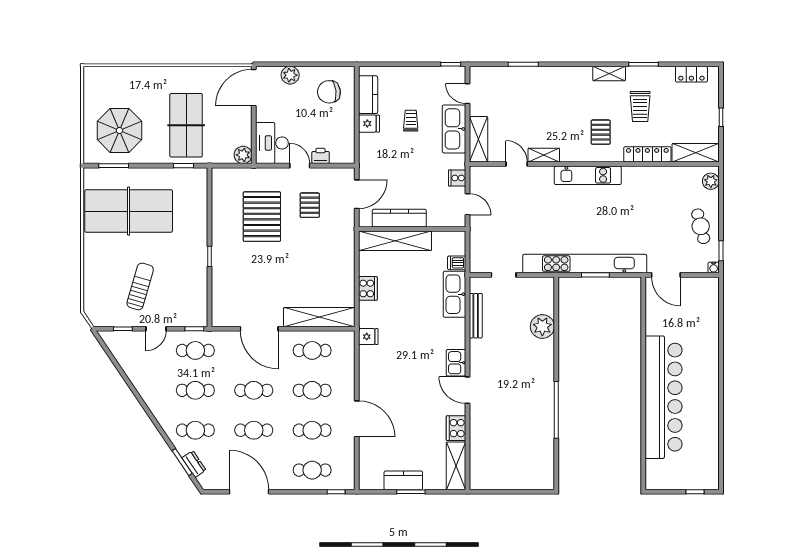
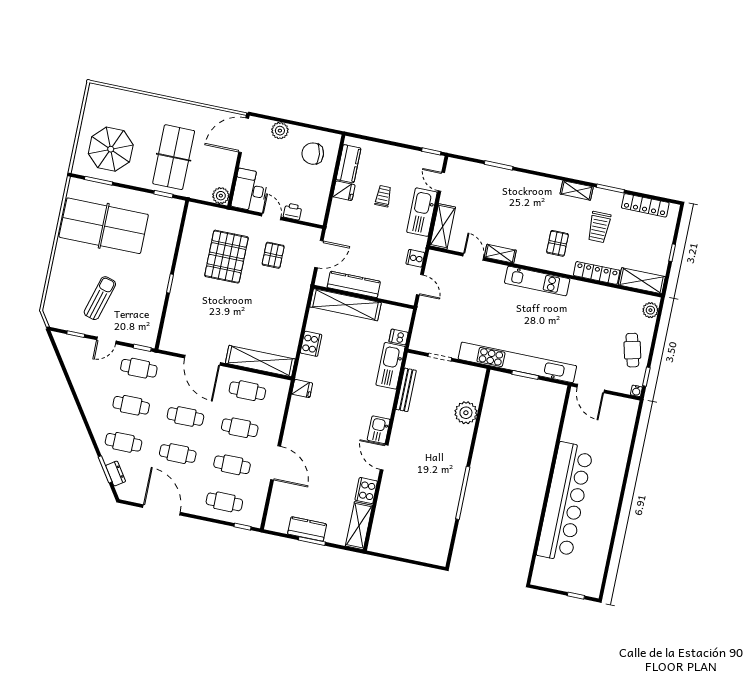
locker: (691, 74) -> (645, 205), width x1.53

